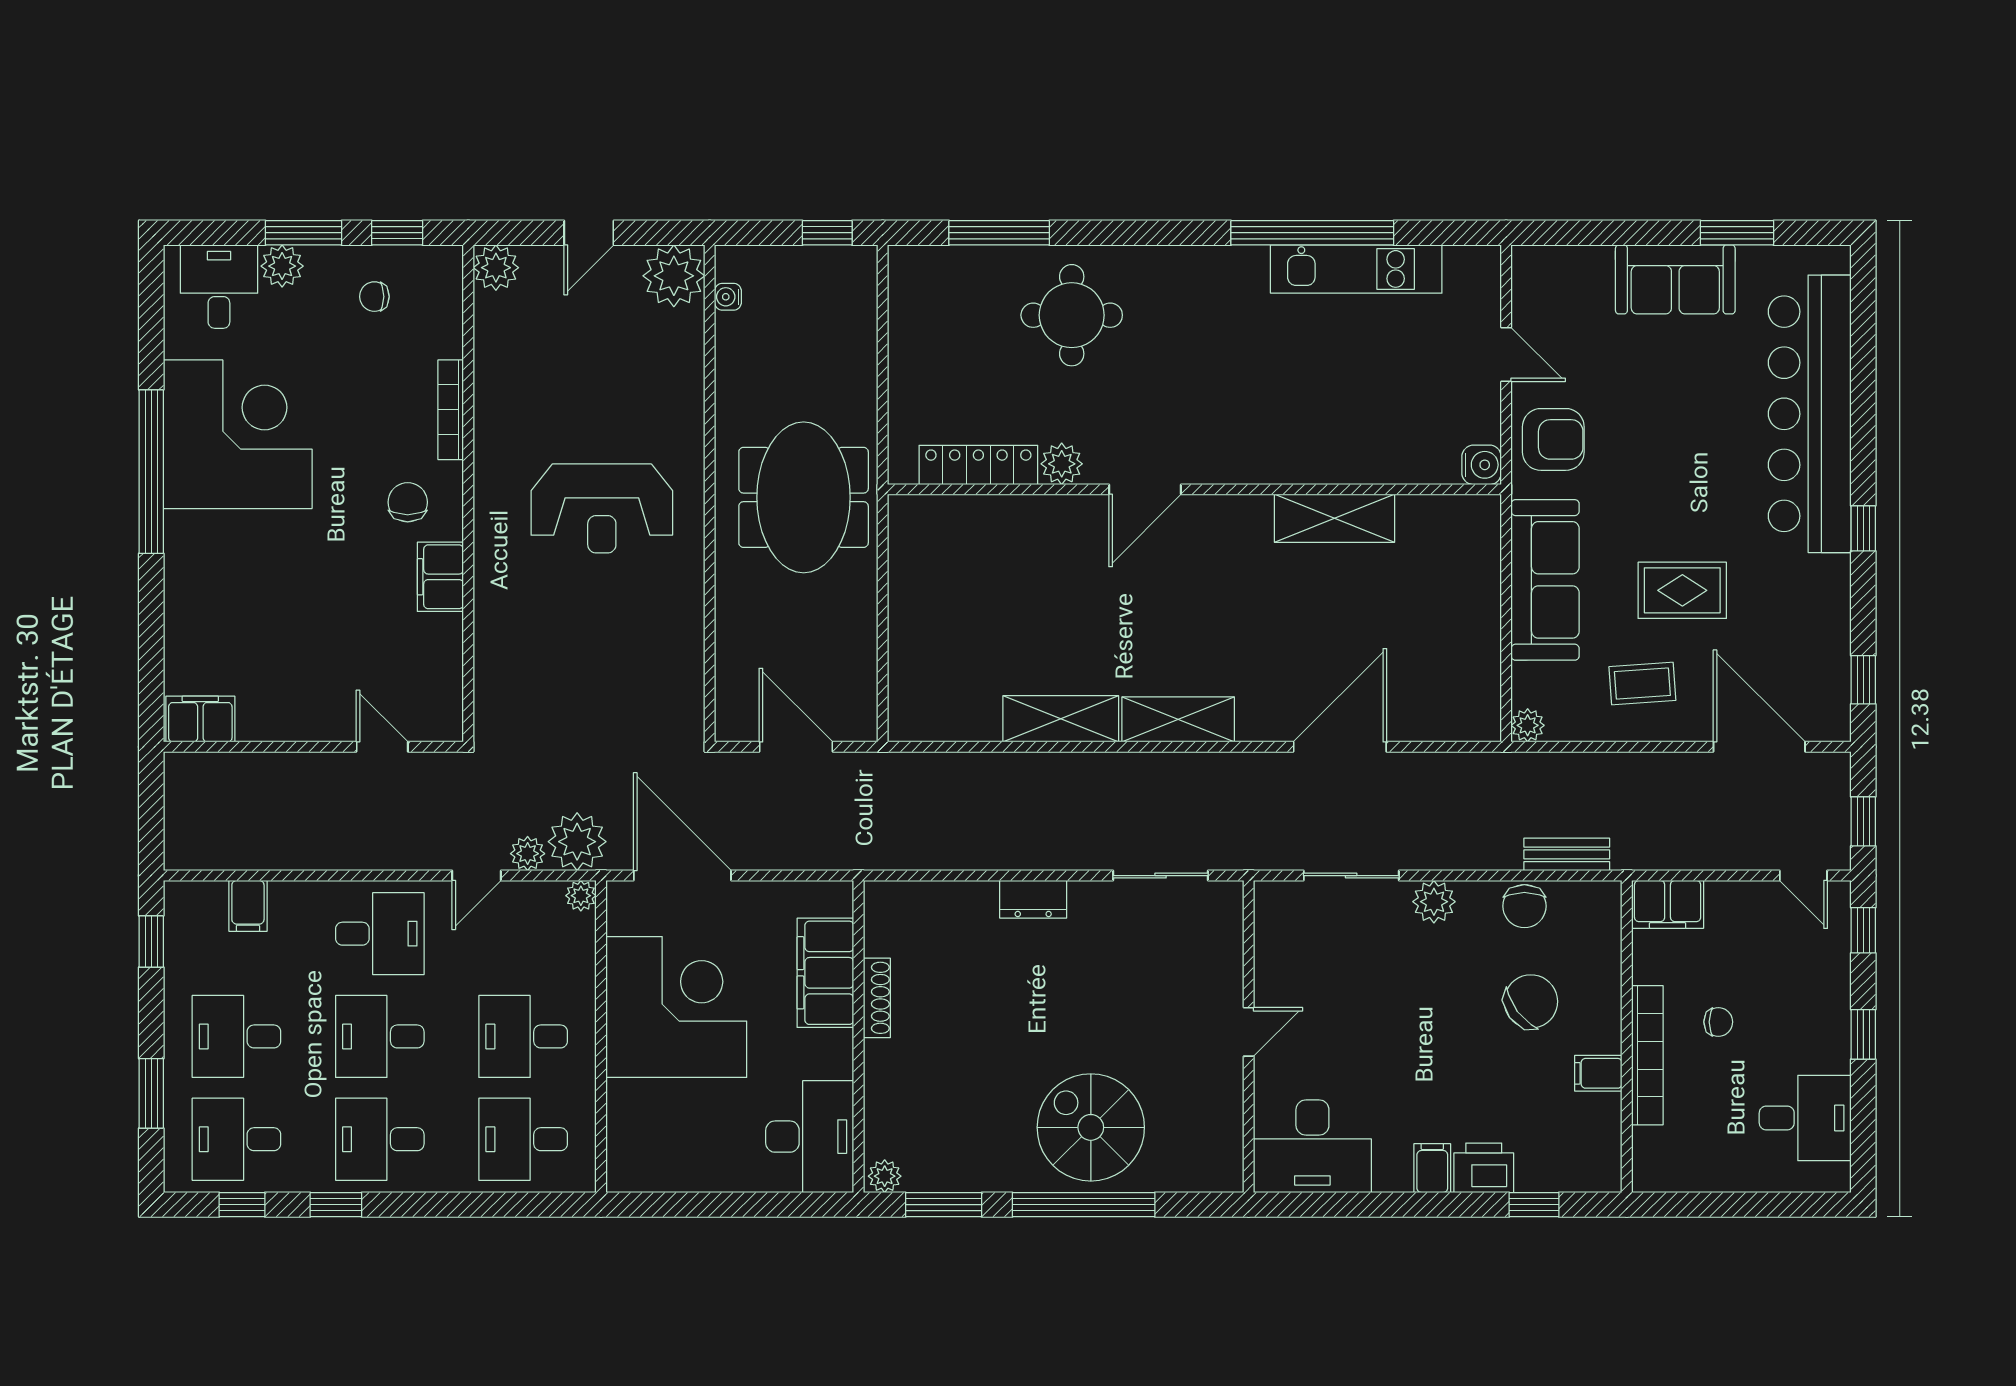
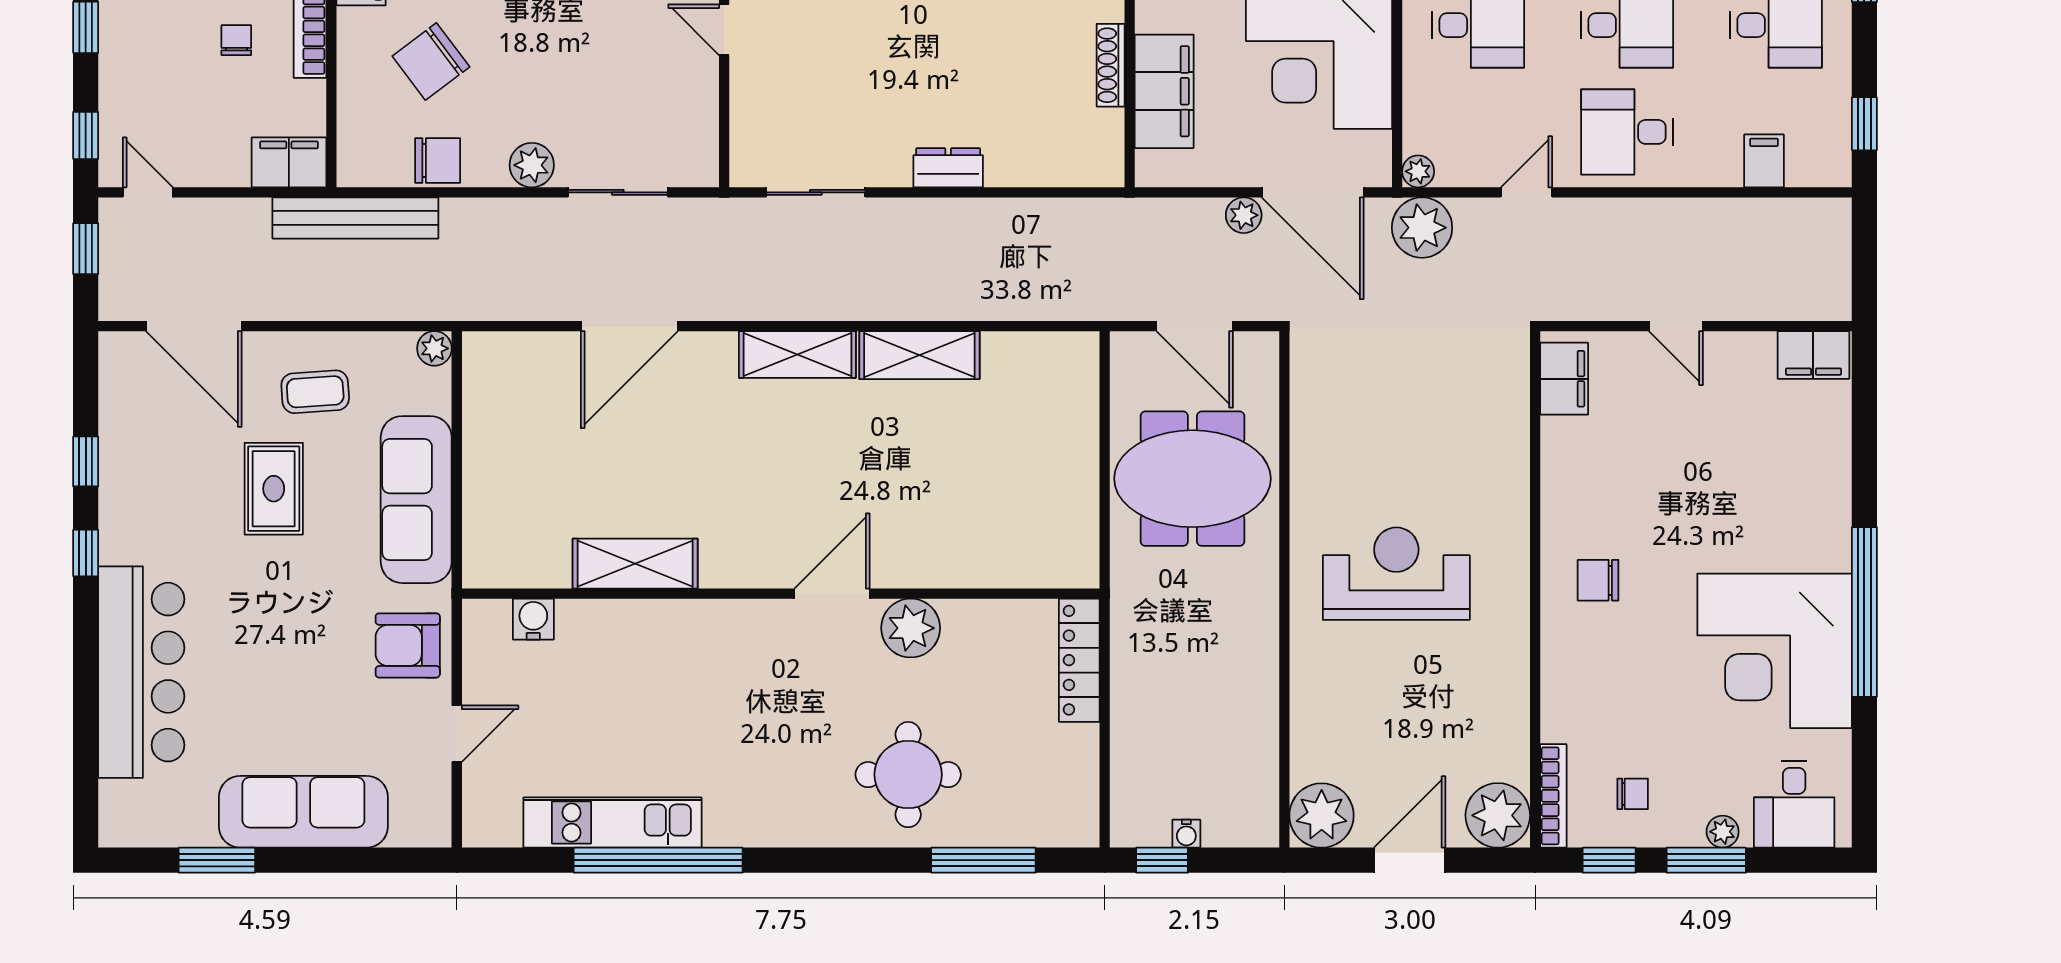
door: (589, 233) -> (1410, 860), width x1.38
plant: (282, 266) -> (1723, 832), width x0.73, depth x0.73
plant: (496, 268) -> (1498, 815), width x1.36, depth x1.36
sofa: (1675, 279) -> (303, 812), width x1.36
water cooler: (728, 297) -> (1186, 834), moved, turned 90
door: (1506, 354) -> (457, 734), swing flipped
bookcase: (451, 410) -> (1553, 796), moved
bar counter: (1810, 414) -> (141, 672), width x0.73
plant: (1062, 464) -> (911, 628), width x1.36, depth x1.36
locker: (978, 465) -> (1079, 660), moved, turned 90
water cooler: (1482, 465) -> (533, 619), moved, turned 90
meeting table: (804, 497) -> (1192, 479), moved, turned 90
chair: (408, 502) -> (1598, 580), turned 90
filing cabinet: (440, 577) -> (1564, 379), moved
rug: (1682, 590) -> (274, 489), turned 90
window: (1863, 680) -> (86, 461), moved
door: (382, 747) -> (1676, 326), moved
plant: (528, 854) -> (1244, 215), moved
bench: (1567, 854) -> (355, 218), width x1.86, depth x1.21
chair: (1524, 906) -> (438, 161), turned 90
chair: (1718, 1022) -> (236, 40), turned 90
door: (1249, 1032) -> (724, 30), hinge flipped

